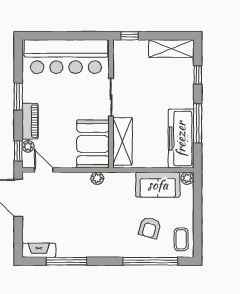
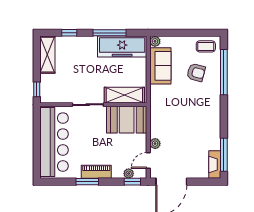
piano: (30, 121) -> (96, 172), moved
plant: (97, 178) -> (155, 144), moved
window: (66, 261) -> (224, 155), moved

